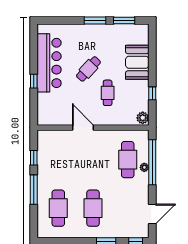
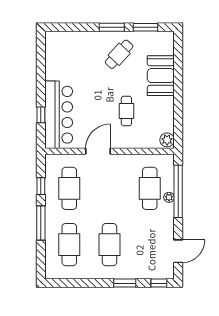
bar counter: (49, 63) -> (59, 115), moved
cafe table: (88, 69) -> (119, 54), moved
window: (34, 81) -> (41, 115), moved
window: (152, 93) -> (178, 112), removed
door: (83, 128) -> (98, 151), hinge flipped
cafe table: (58, 160) -> (69, 188), added

